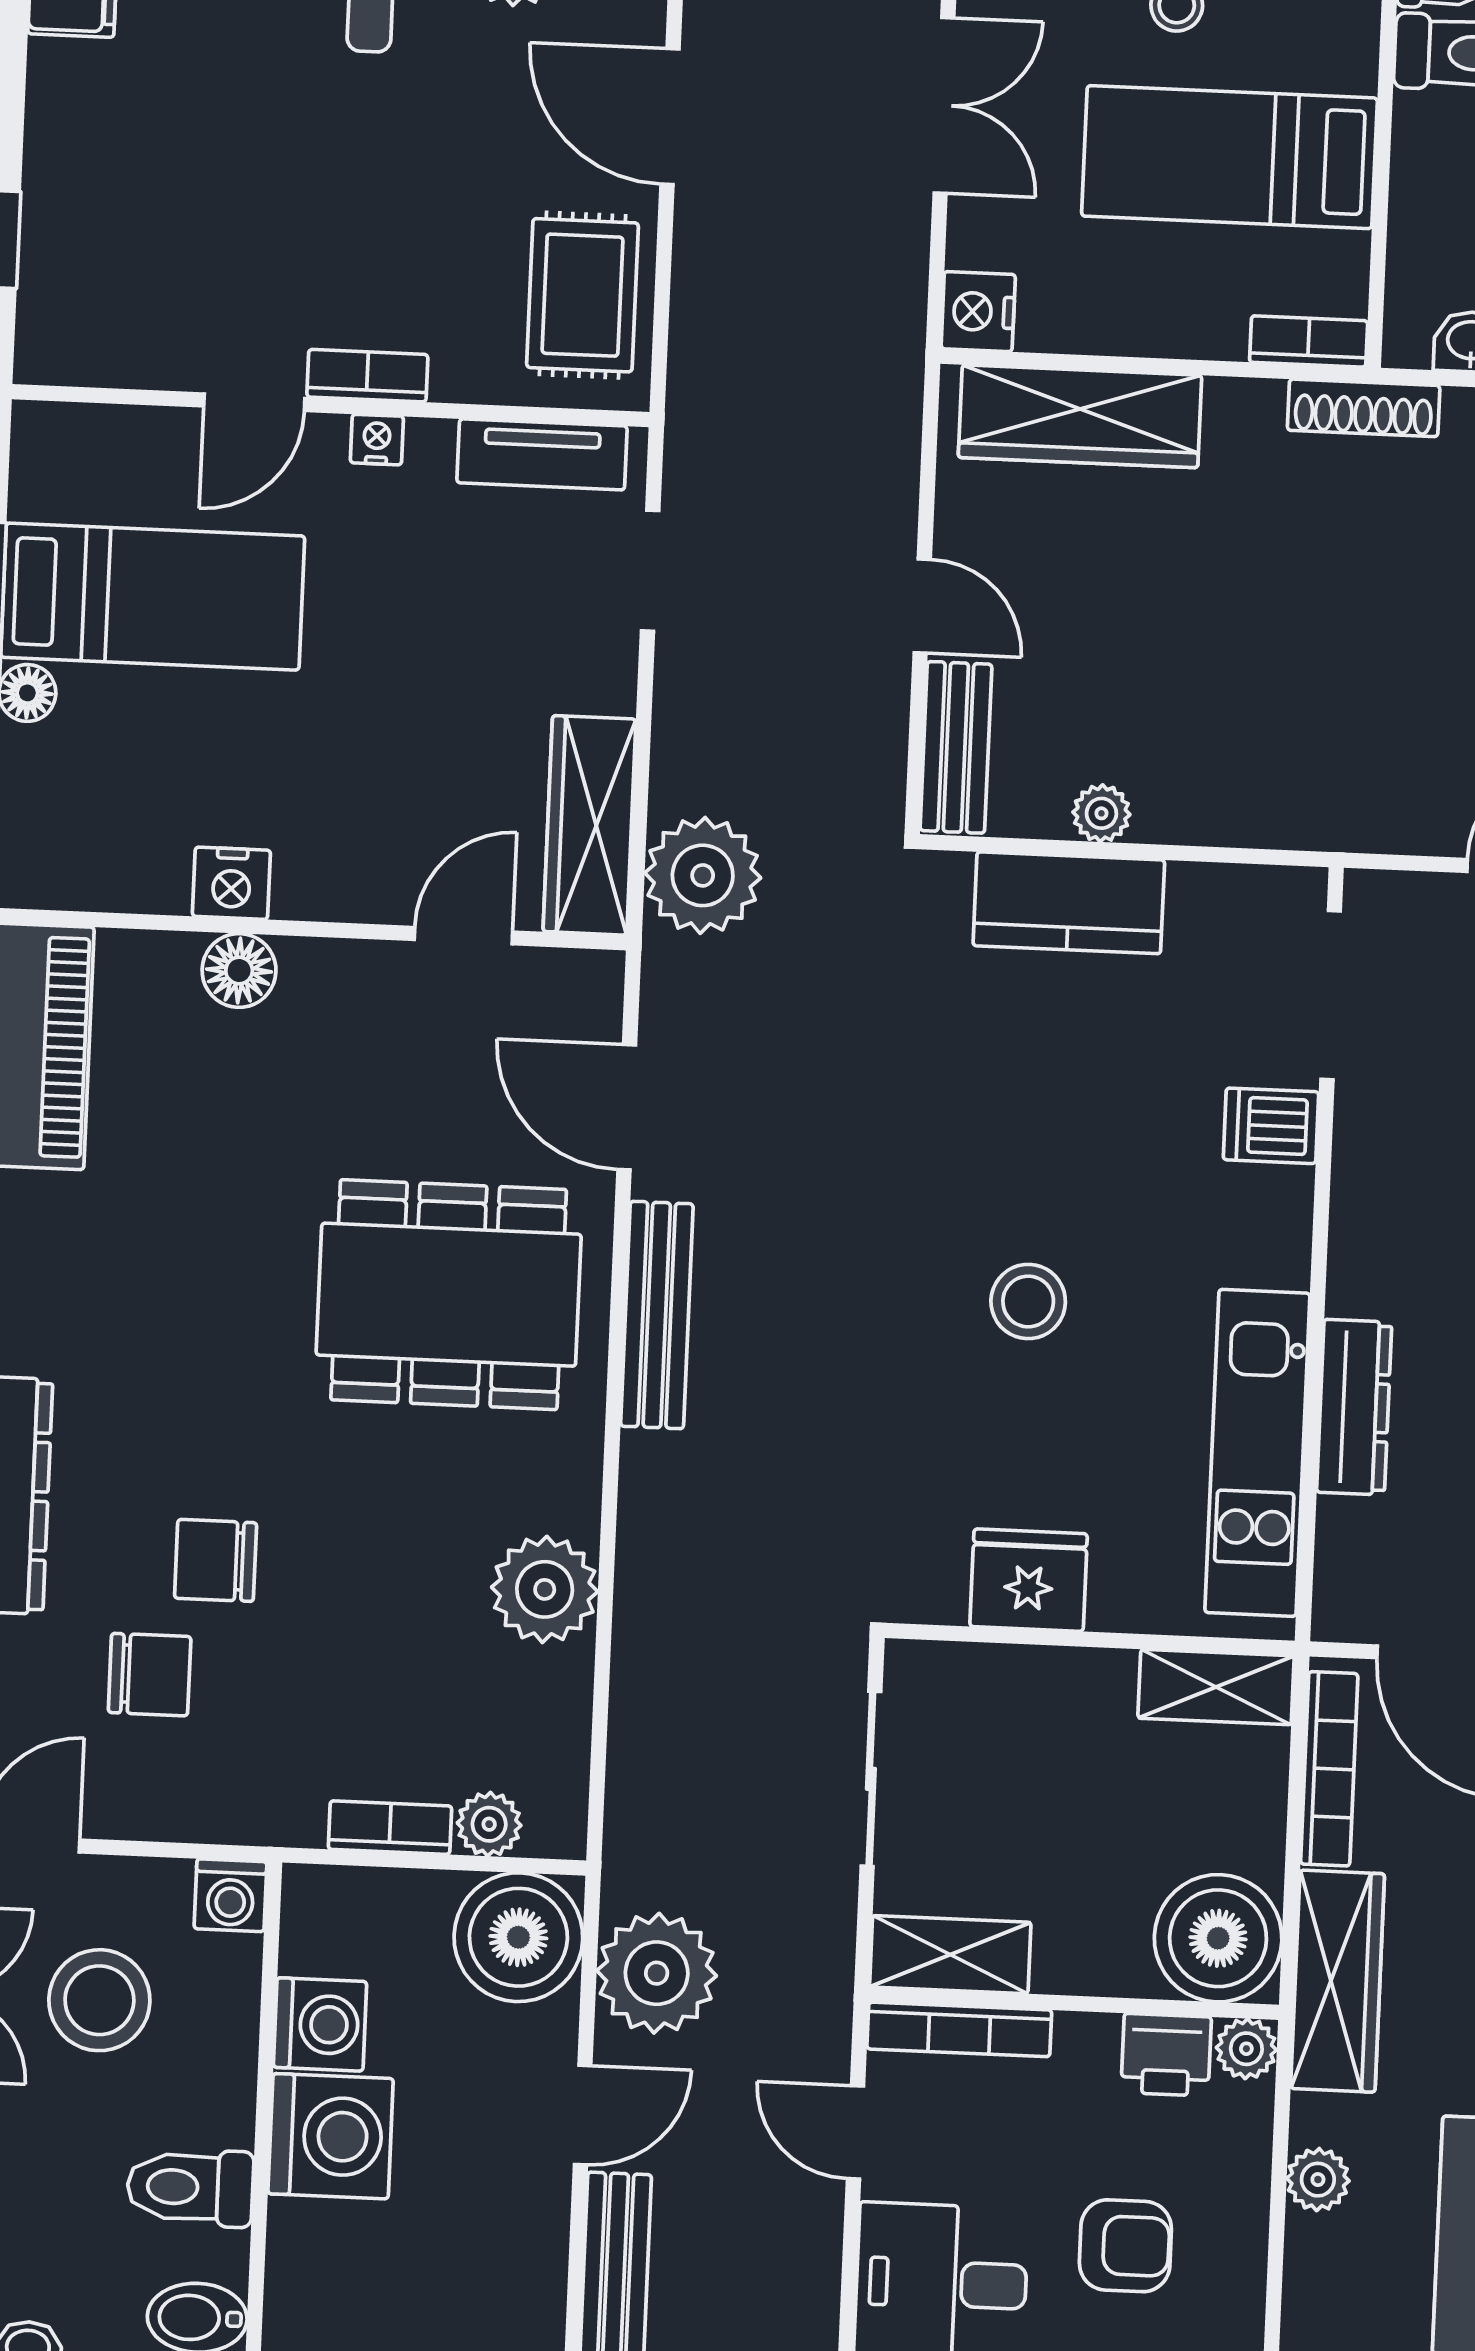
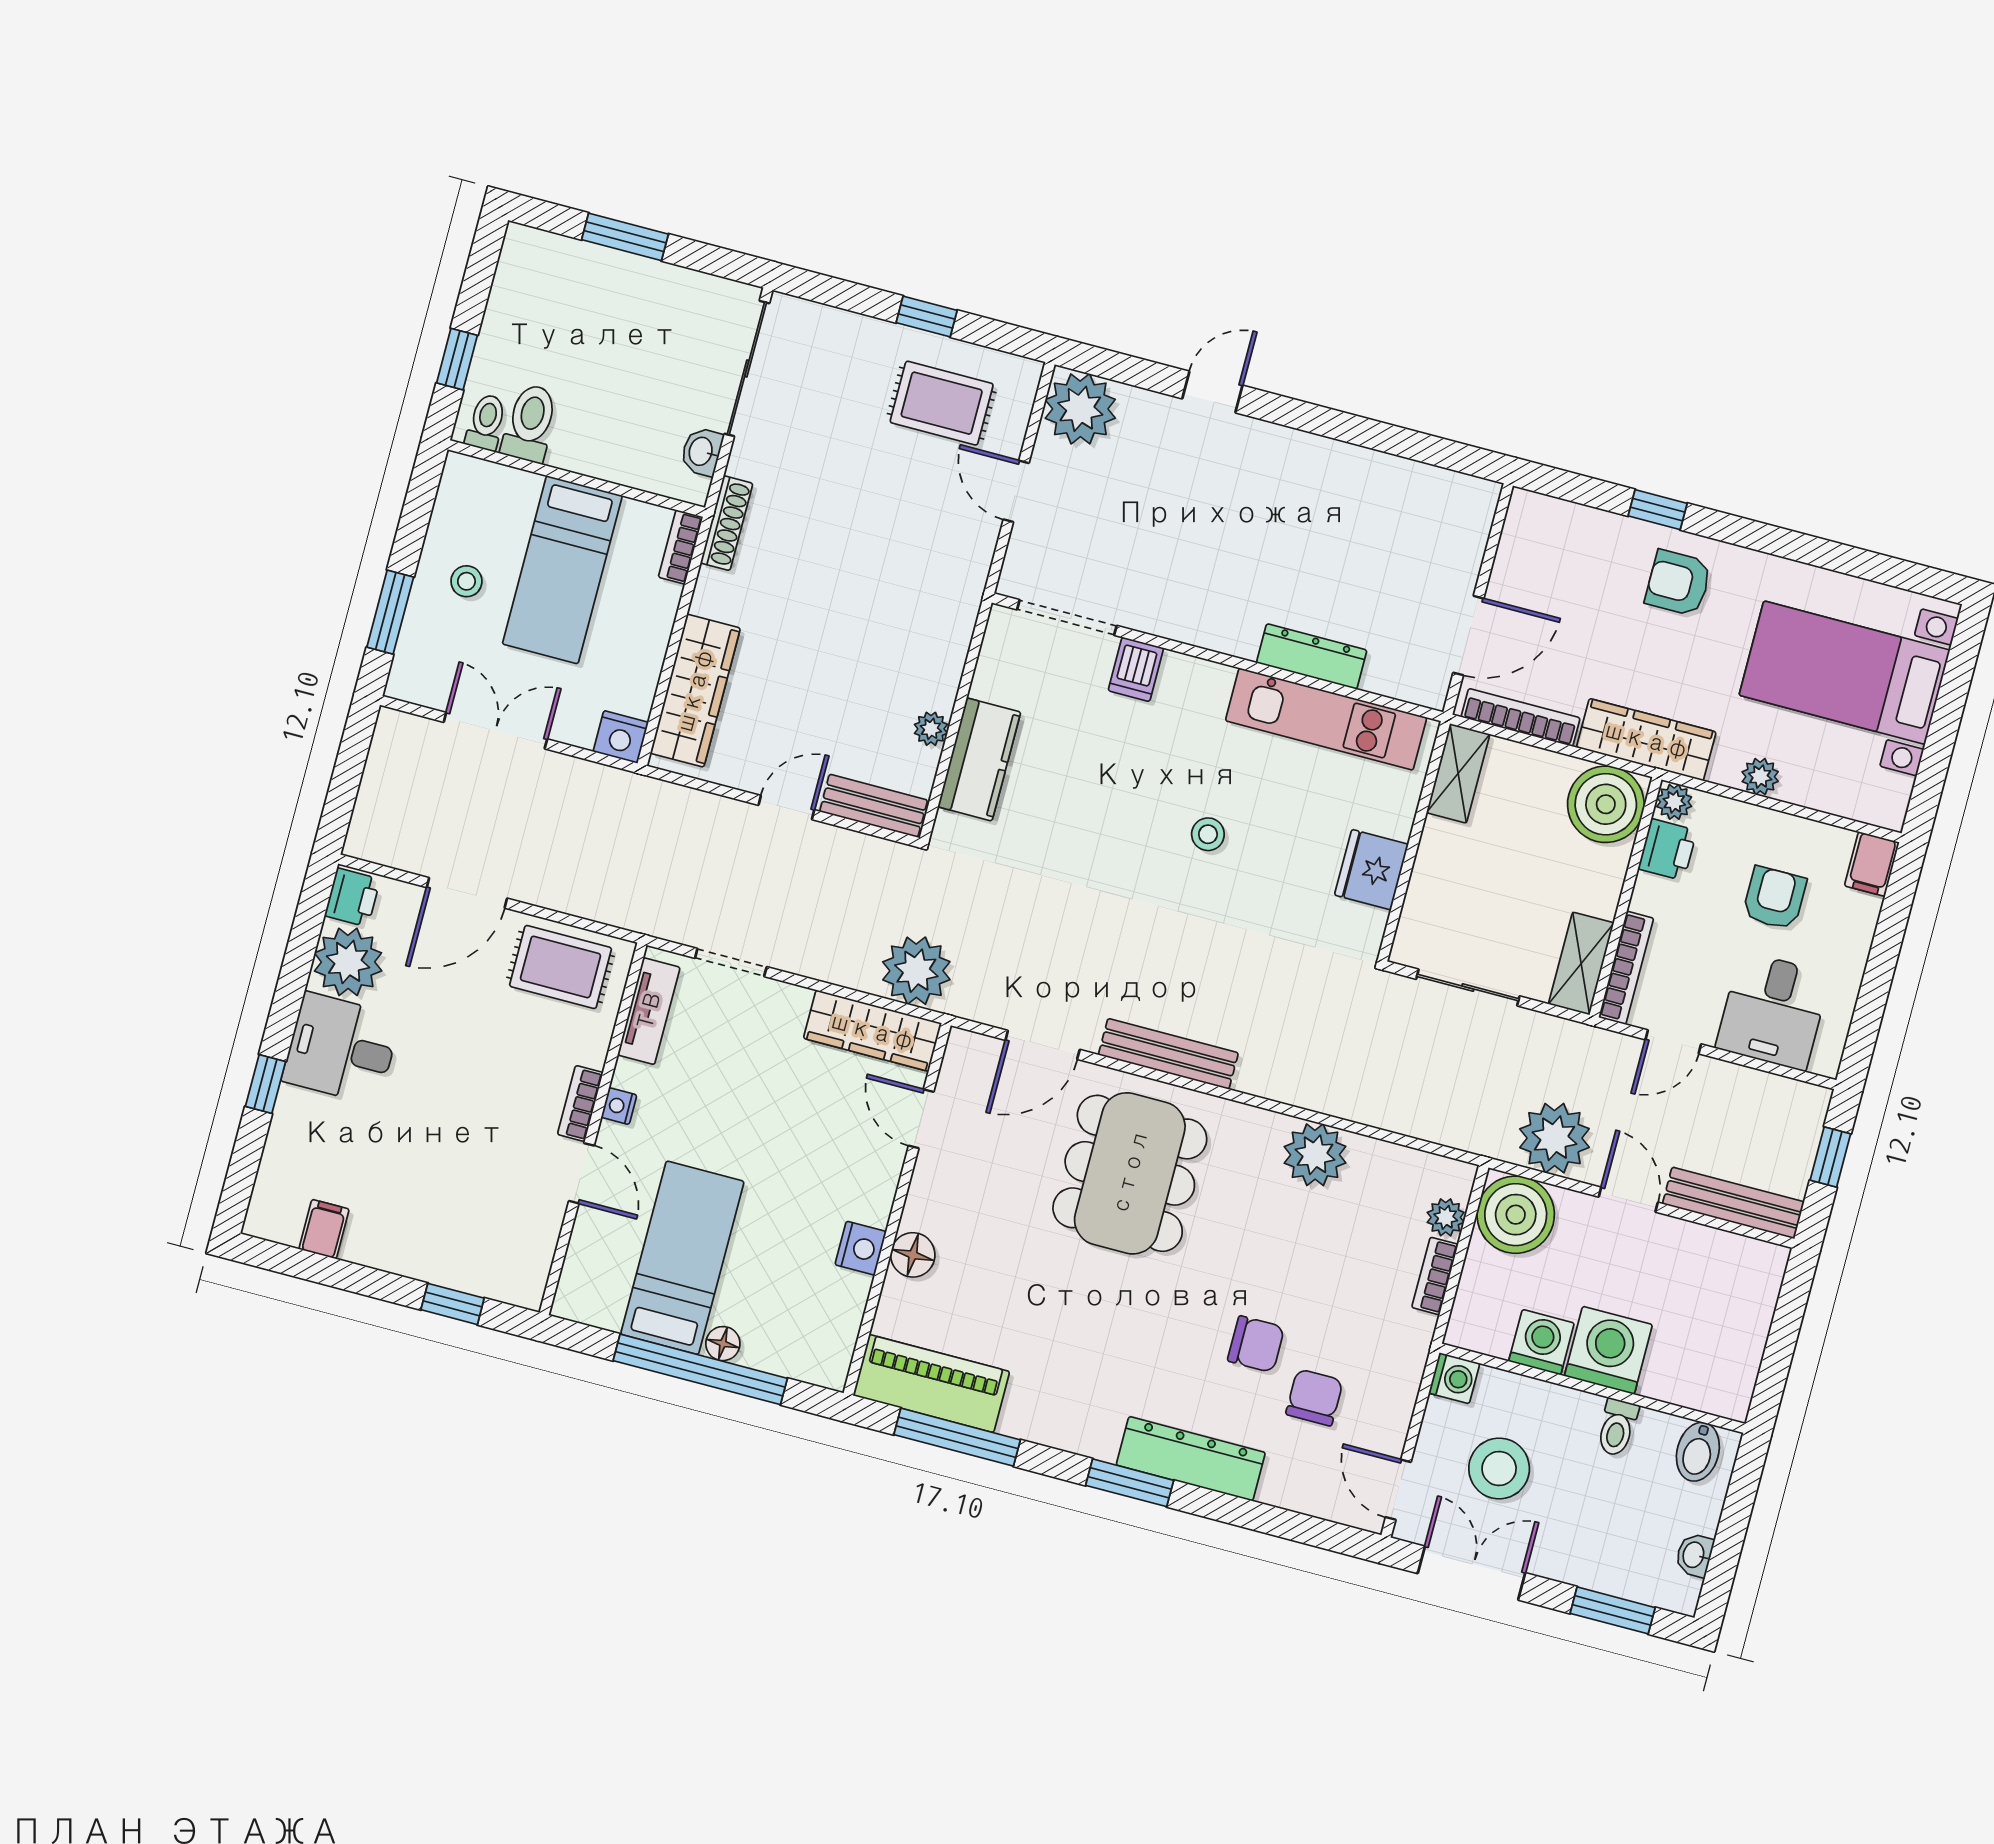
stool: (1028, 1302) -> (1208, 834), width x0.73, depth x0.73
chair: (216, 1560) -> (1256, 1344), turned -90
toilet: (190, 2187) -> (1617, 1428), width x0.73, depth x0.72

